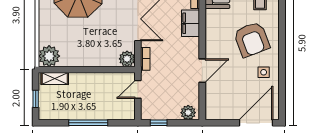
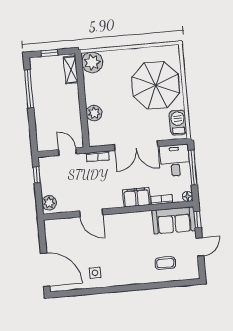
armchair: (252, 39) -> (126, 258), removed
plant: (127, 59) -> (94, 113), moved
window: (88, 123) -> (29, 89), moved

